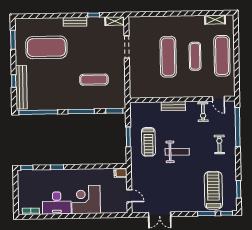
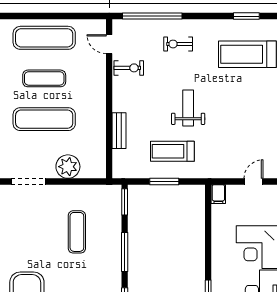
plant: (137, 73) -> (68, 167), added
door: (218, 99) -> (109, 44), swing flipped
bench: (173, 106) -> (119, 131), moved
treadmill: (148, 142) -> (172, 151), turned 180

